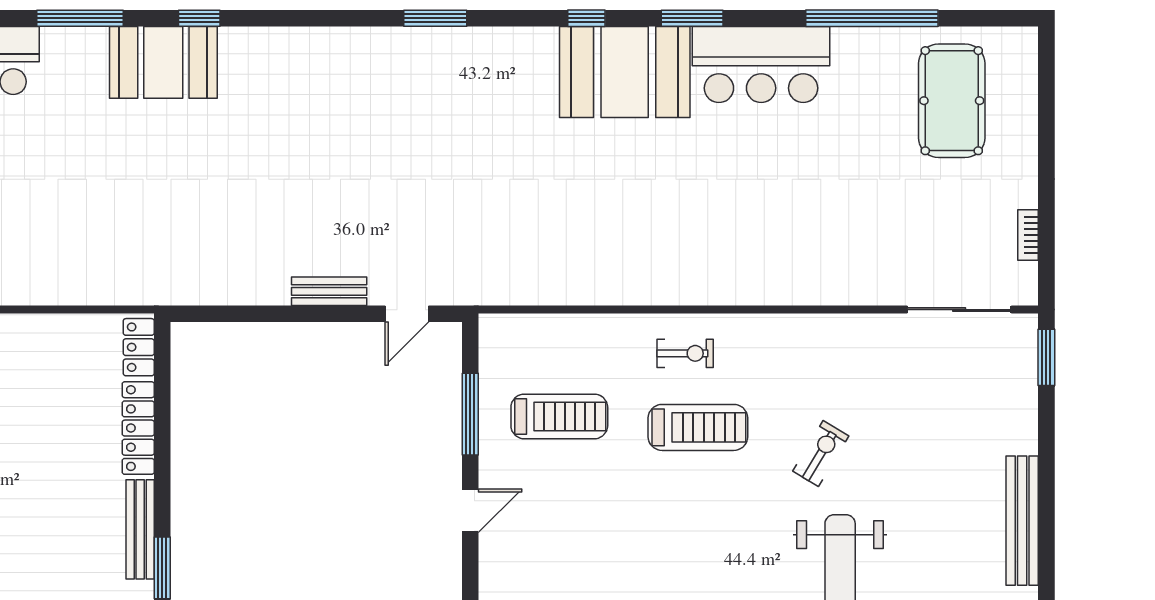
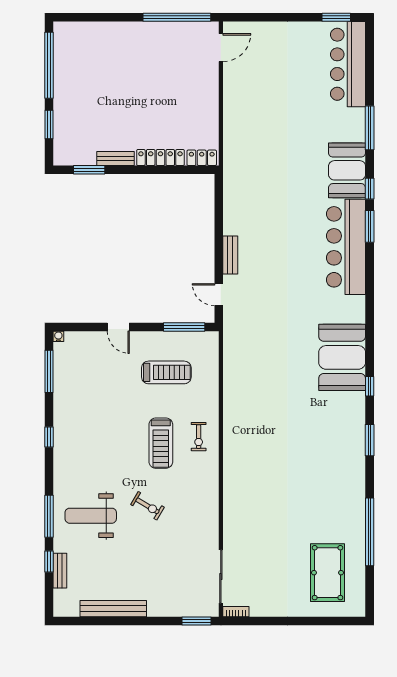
window: (435, 18) -> (370, 226), moved
bar counter: (761, 64) -> (346, 247), moved, width x1.36
booth: (625, 72) -> (342, 357), moved
pool table: (952, 101) -> (327, 573), turned 90
bookcase: (1028, 235) -> (236, 612), moved
window: (470, 414) -> (184, 327), moved
treadmill: (559, 416) -> (166, 372), turned -90
bench: (140, 529) -> (116, 159), width x0.73

